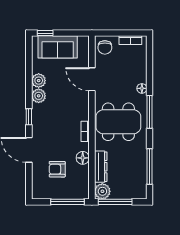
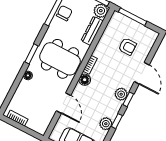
chair: (105, 47) -> (64, 13), moved
window: (29, 89) -> (117, 121), added
plant: (39, 96) -> (121, 94), moved
window: (149, 112) -> (32, 54), width x0.69
floor lamp: (83, 158) -> (85, 80), moved

